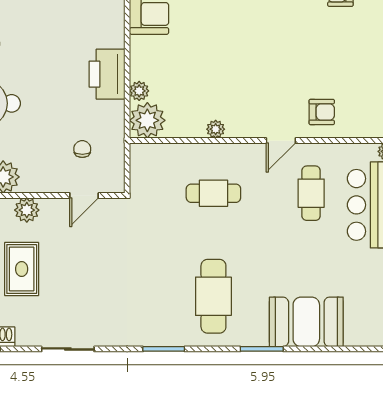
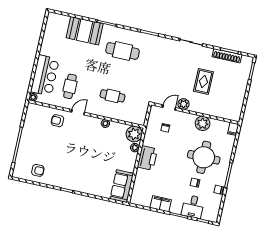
plant: (27, 210) -> (184, 104), moved
cafe table: (213, 296) -> (123, 51), turned 90

